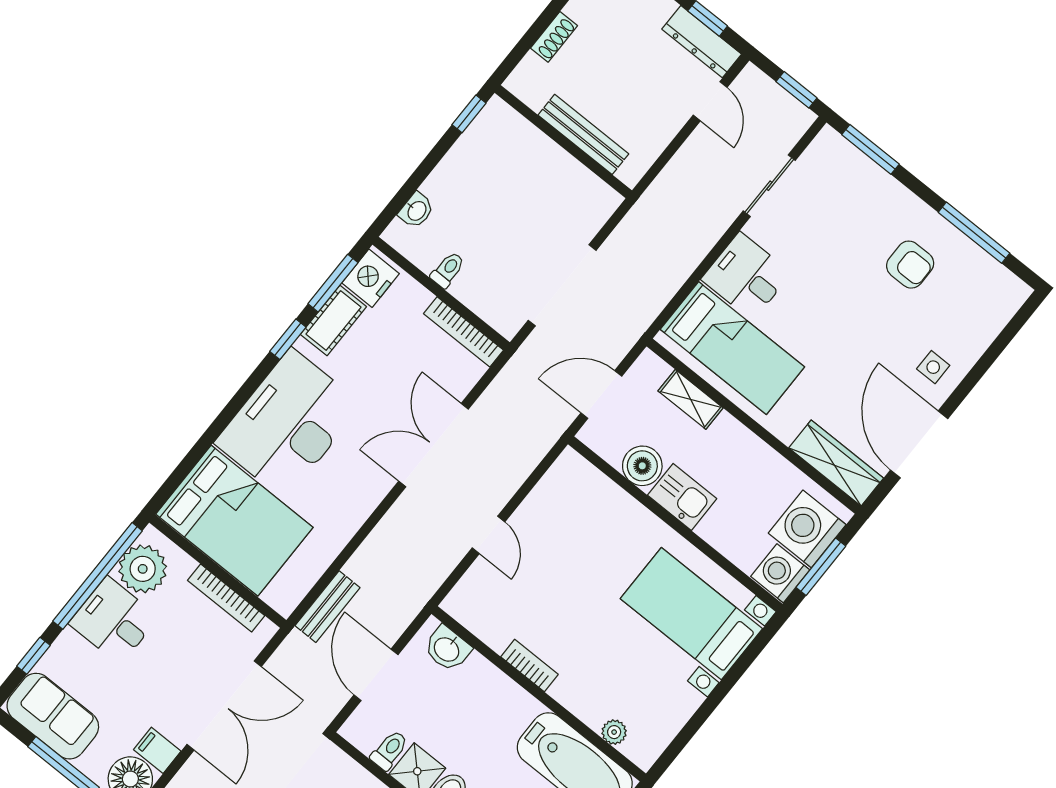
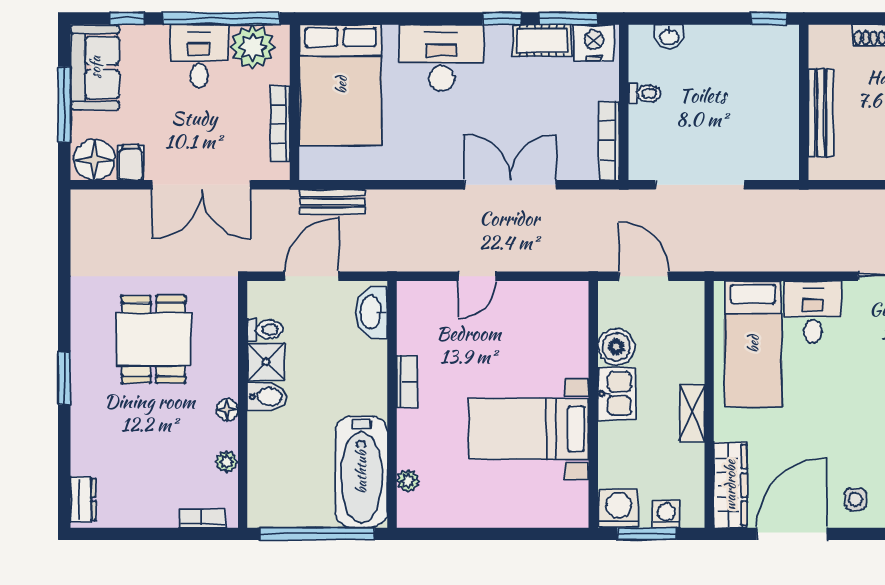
shelving: (691, 399) -> (692, 413), moved
desk: (288, 424) -> (441, 58), width x0.73, depth x0.77
washing machine: (807, 529) -> (666, 514), width x0.53, depth x0.53
bed with nightstands: (691, 614) -> (529, 429), moved, turned -90
washbasin: (447, 649) -> (372, 312), width x1.38

